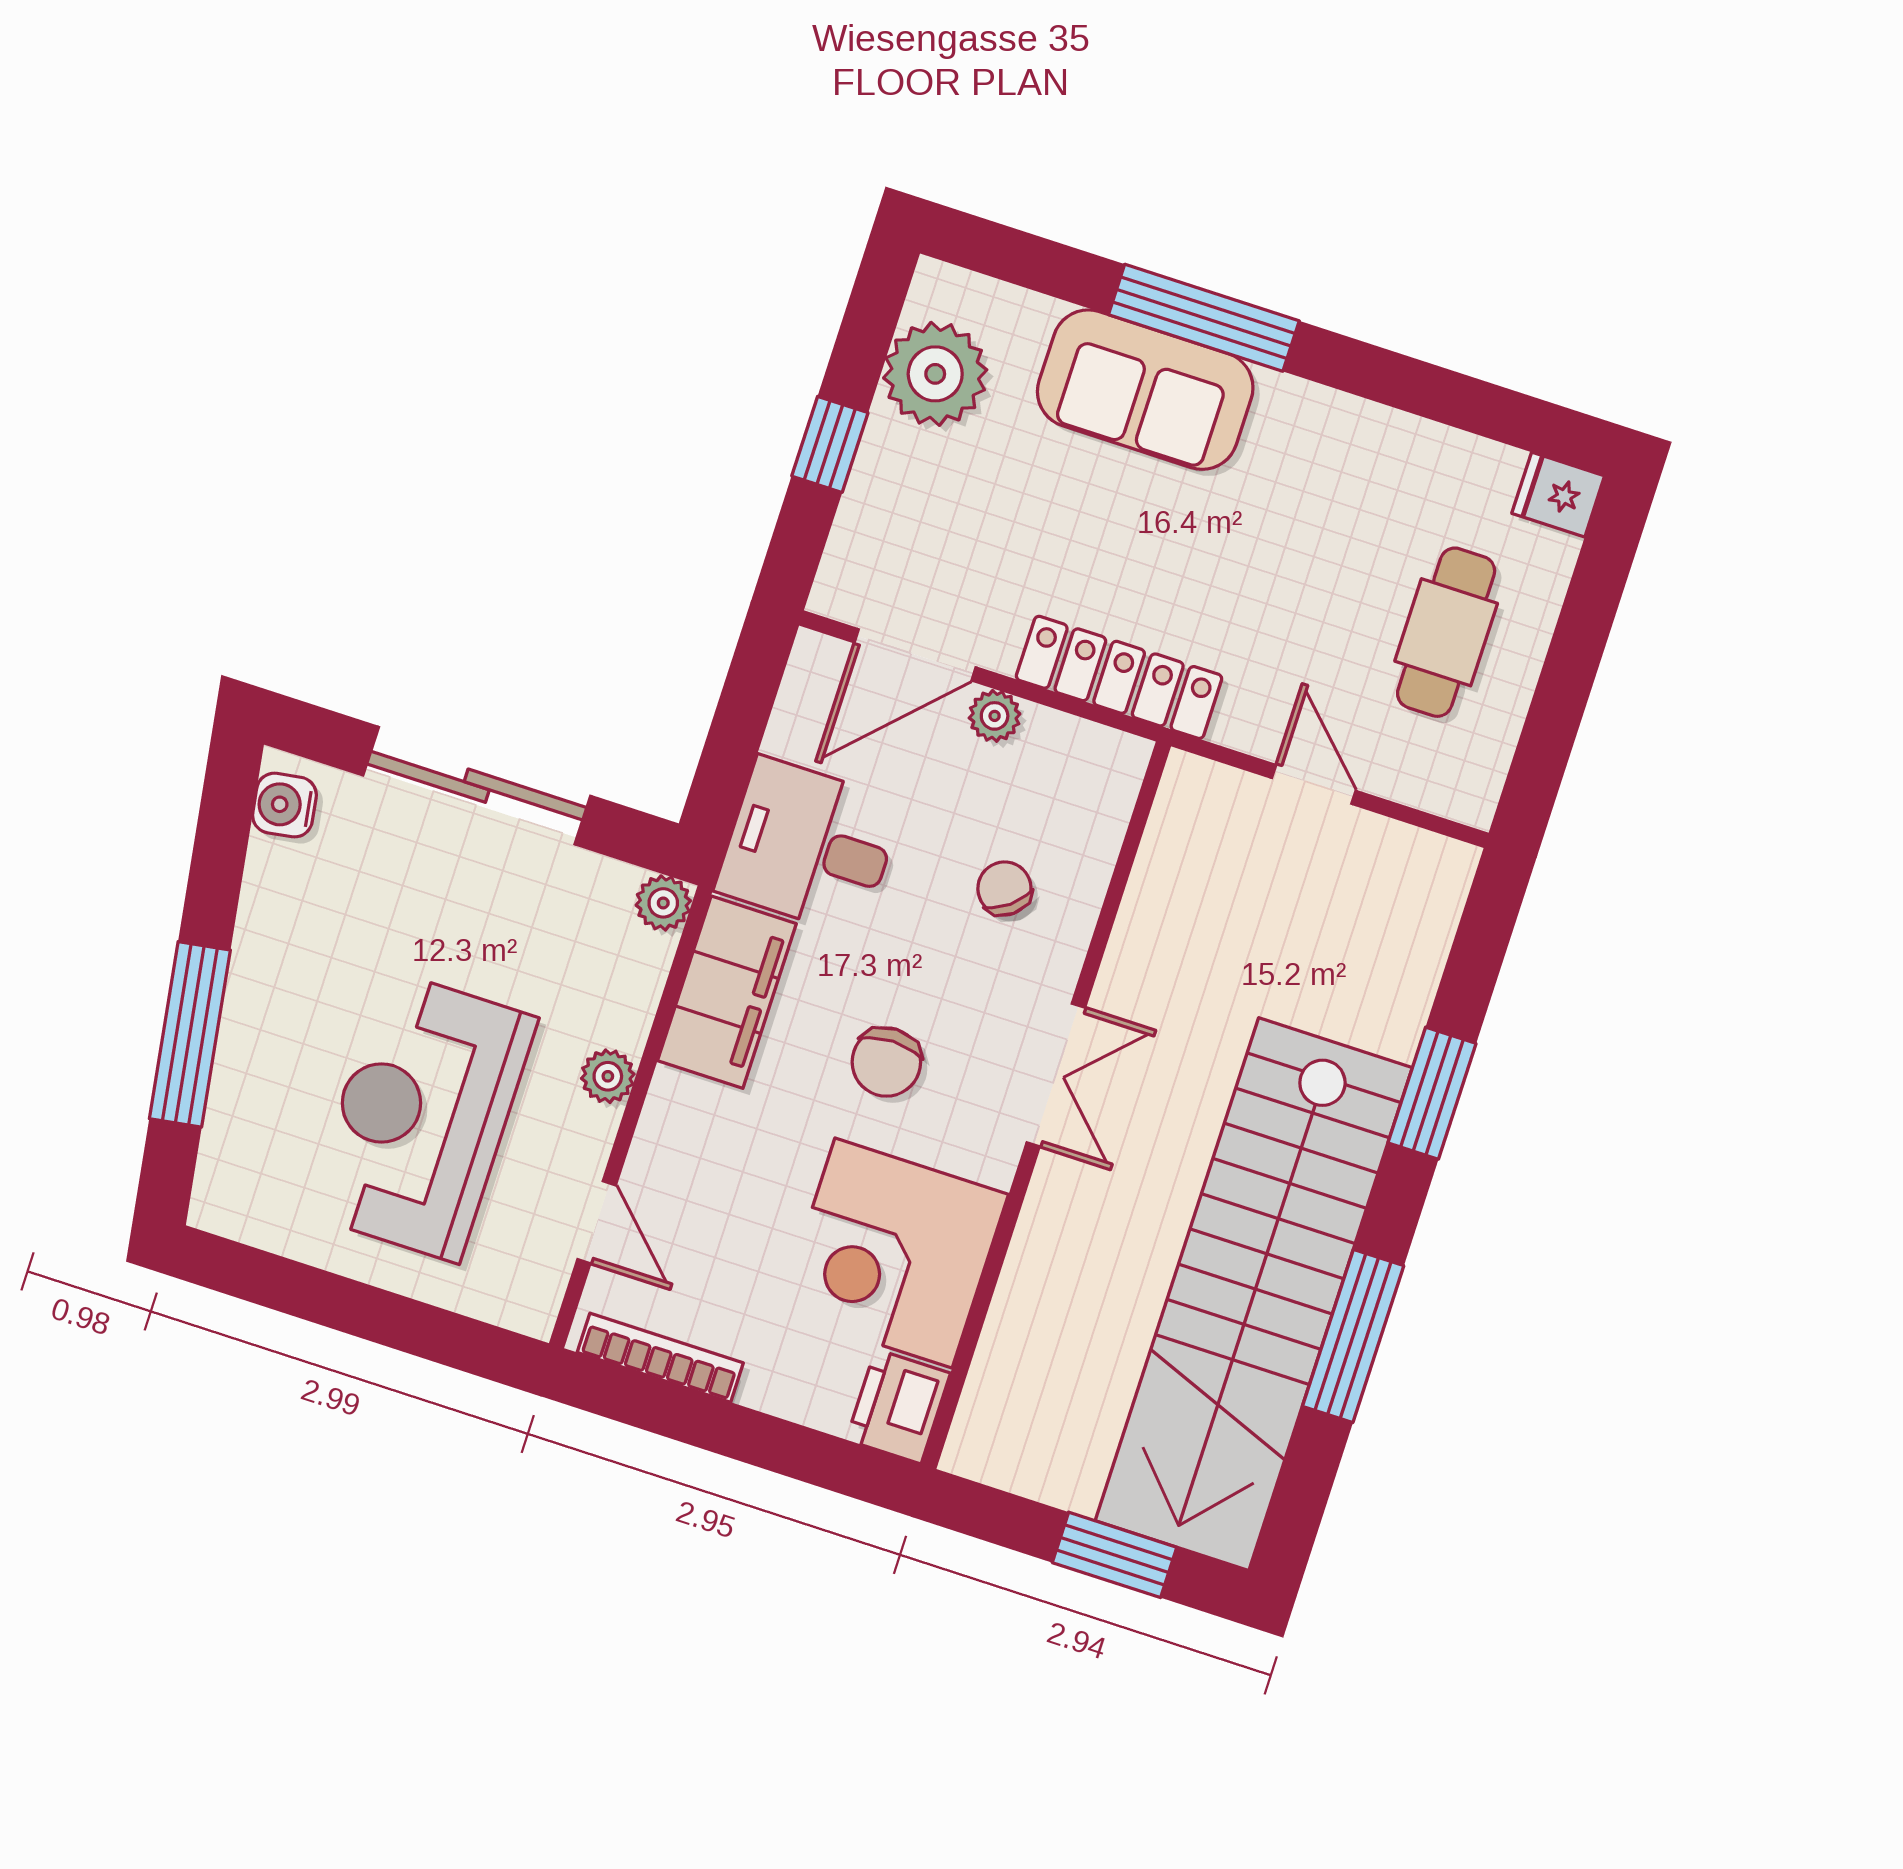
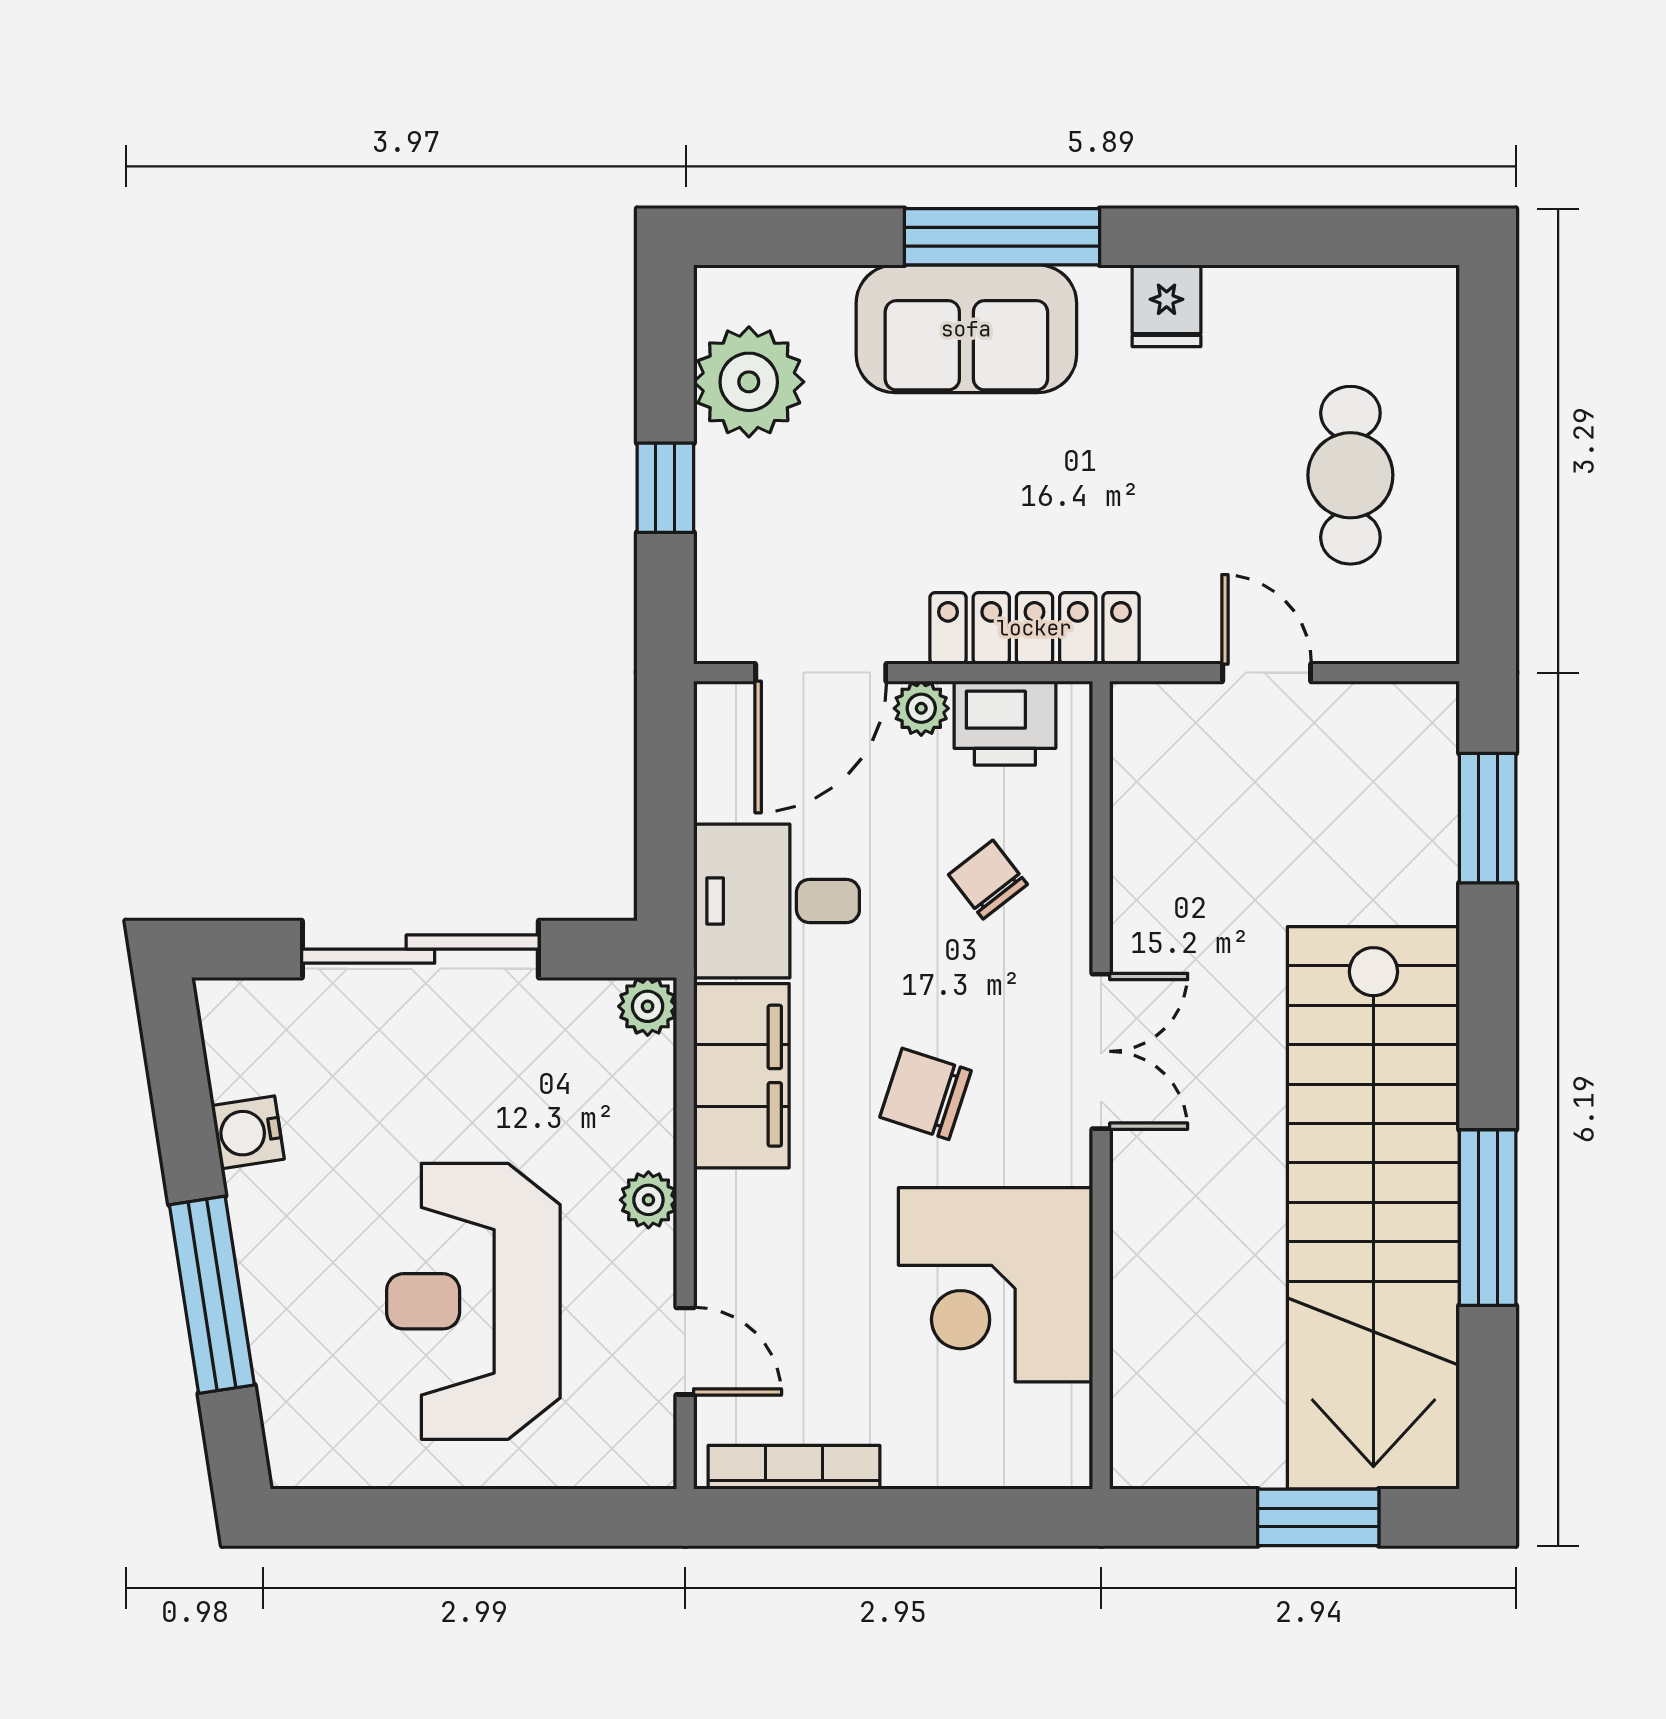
fridge: (1558, 495) -> (1167, 306), moved, turned -90
water cooler: (284, 805) -> (248, 1132), moved
chair: (886, 1062) -> (926, 1094), turned 108
window: (1432, 1093) -> (1488, 818), moved
printer: (898, 1406) -> (1005, 723), moved, turned -90

